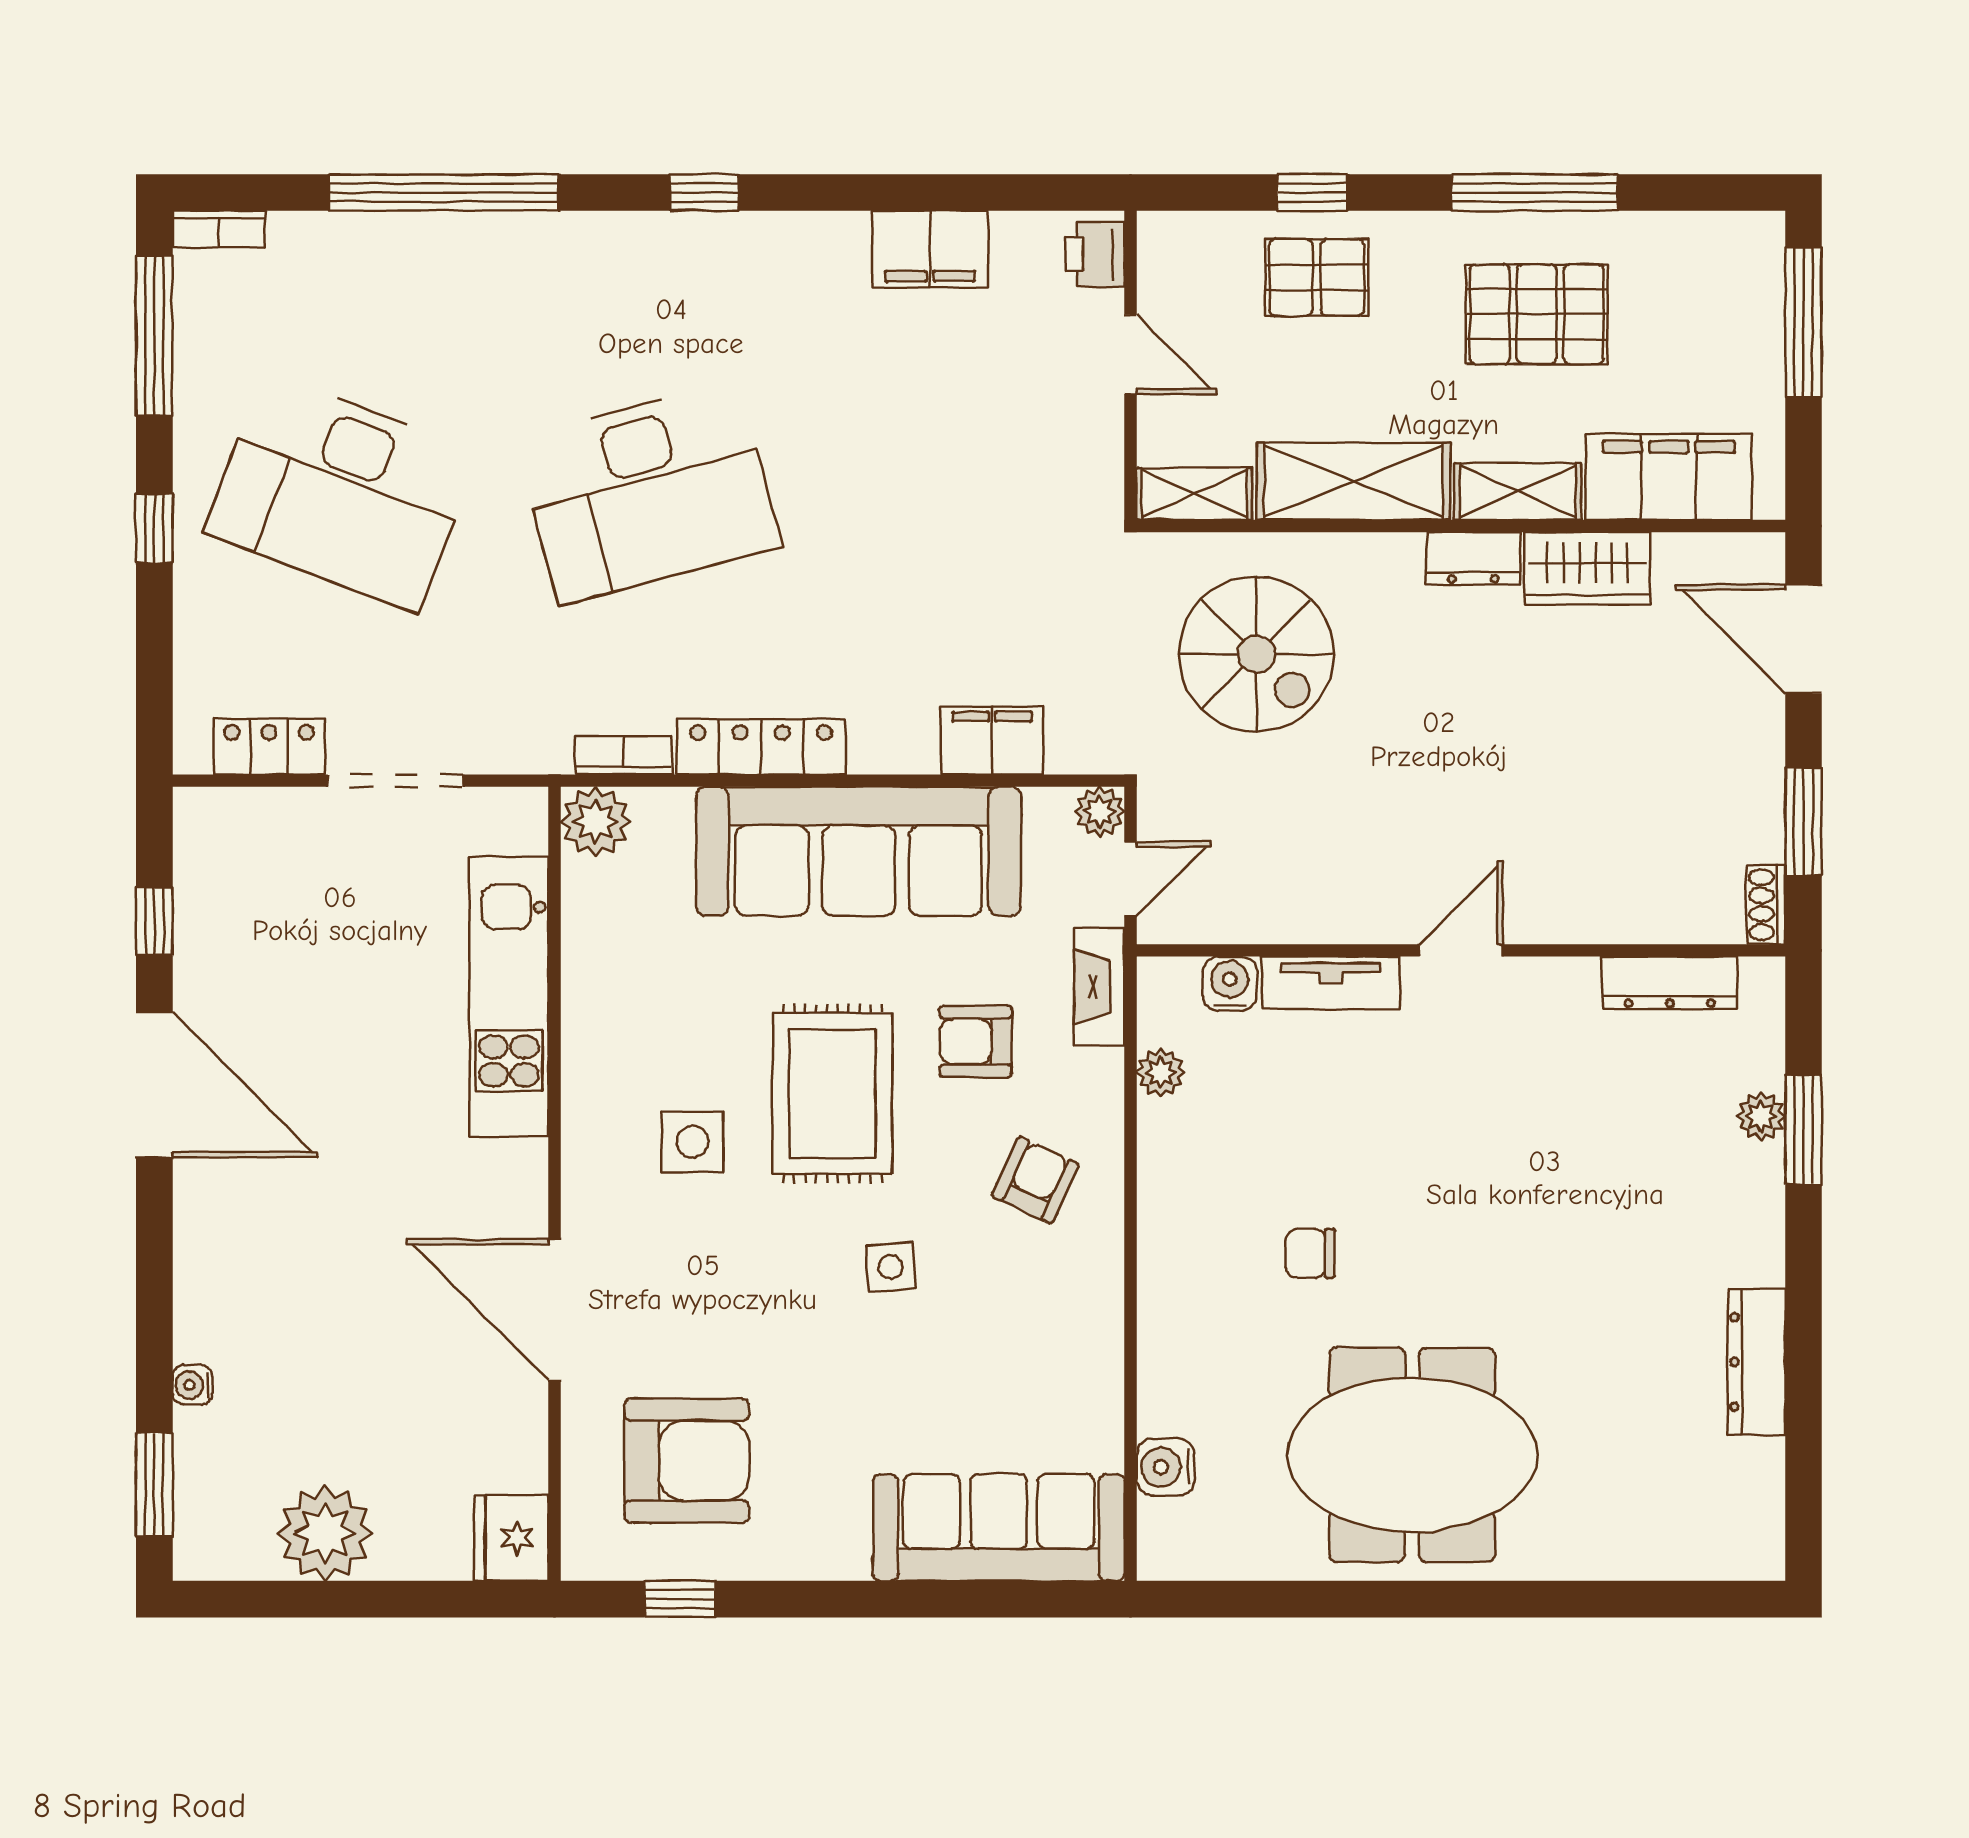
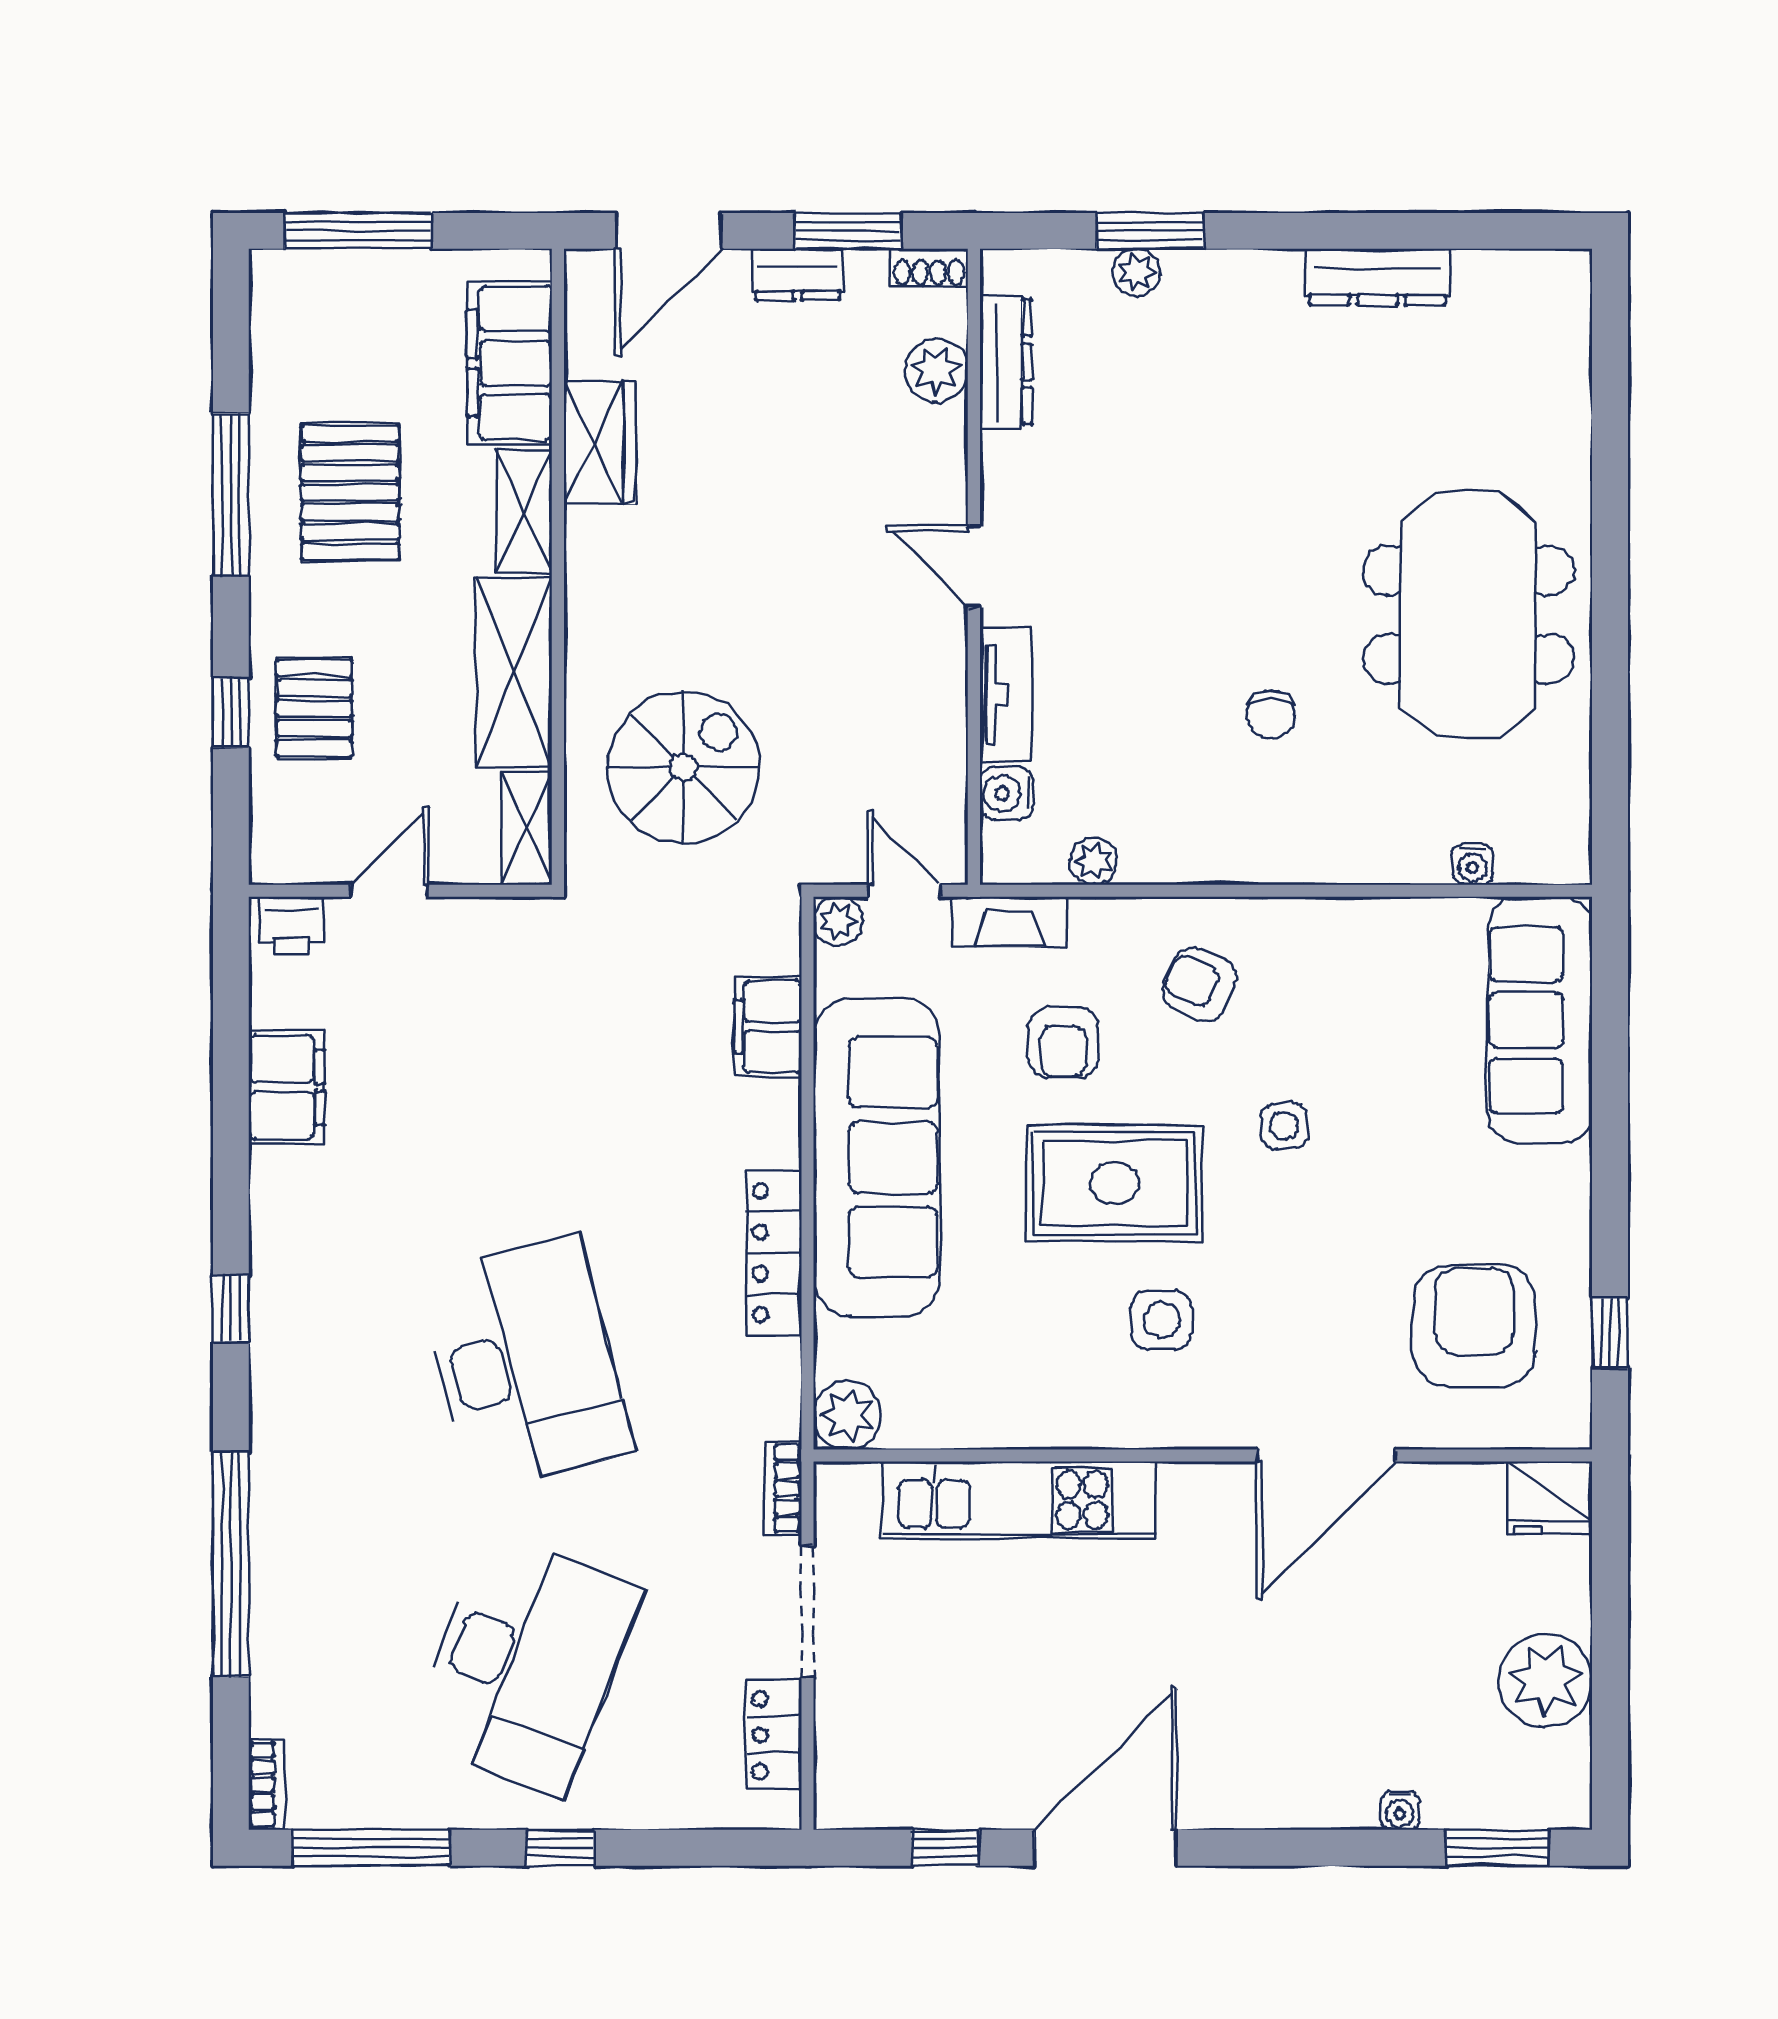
dresser: (1473, 558) -> (798, 275), moved, turned 90
bookcase: (624, 755) -> (783, 1489), moved
plant: (1661, 912) -> (937, 371), added
water cooler: (1166, 1467) -> (1473, 864), width x0.72, depth x0.72

